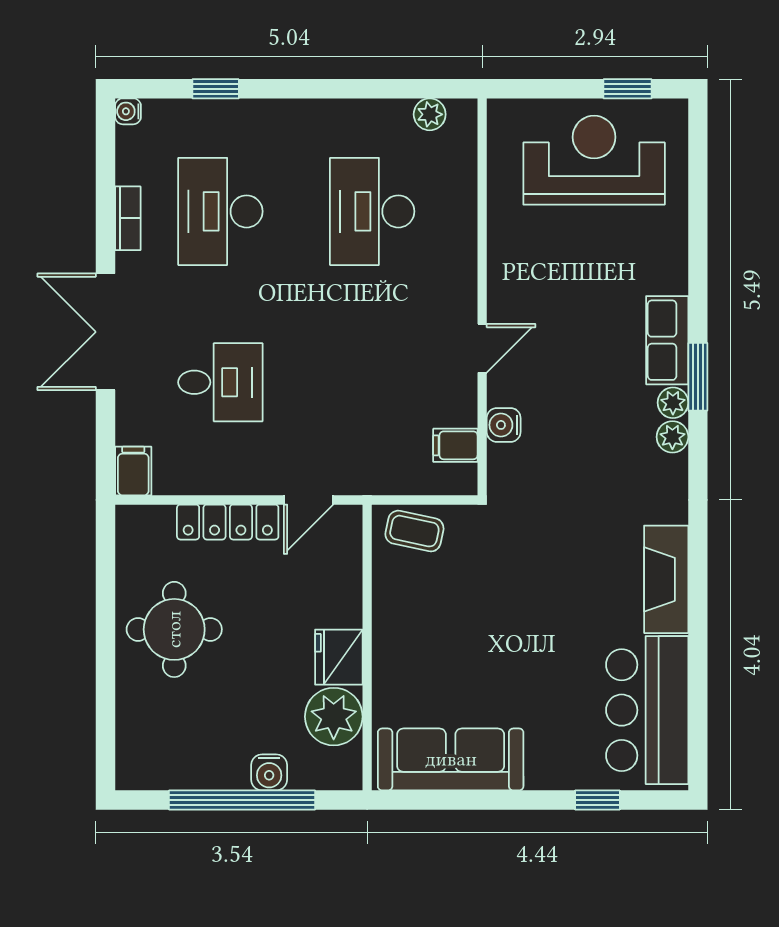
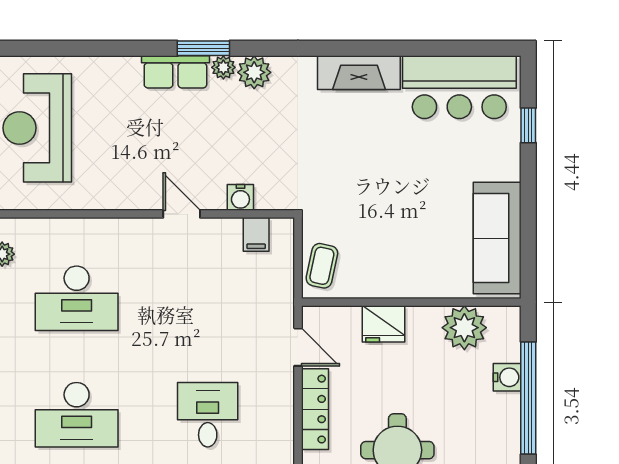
plant: (672, 437) -> (254, 72), width x1.38, depth x1.38
fridge: (339, 657) -> (384, 324), moved

